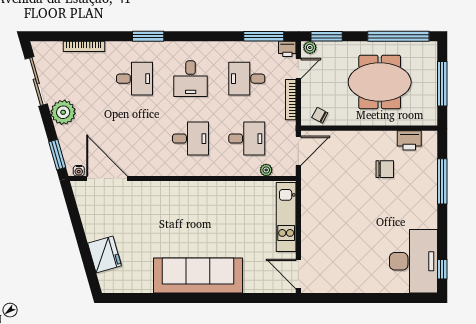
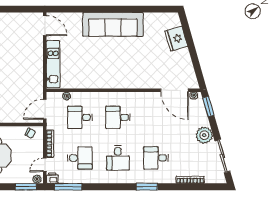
desk: (191, 79) -> (118, 158), turned 180

